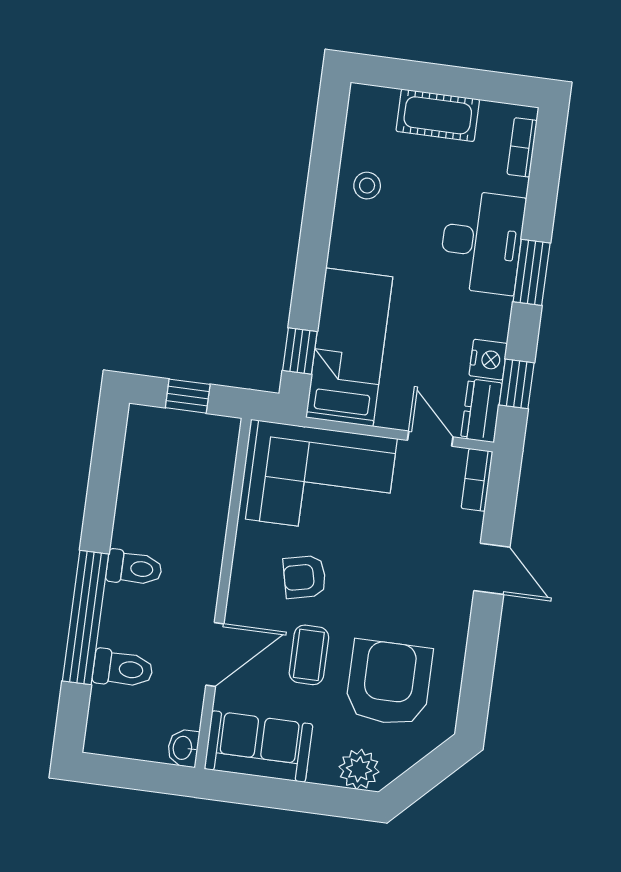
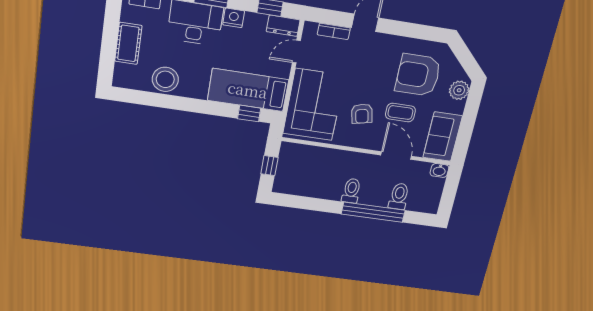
stool: (367, 186) -> (165, 79), width x1.89, depth x1.89
nightstand: (488, 360) -> (234, 18), moved
bookcase: (477, 480) -> (334, 31), moved

